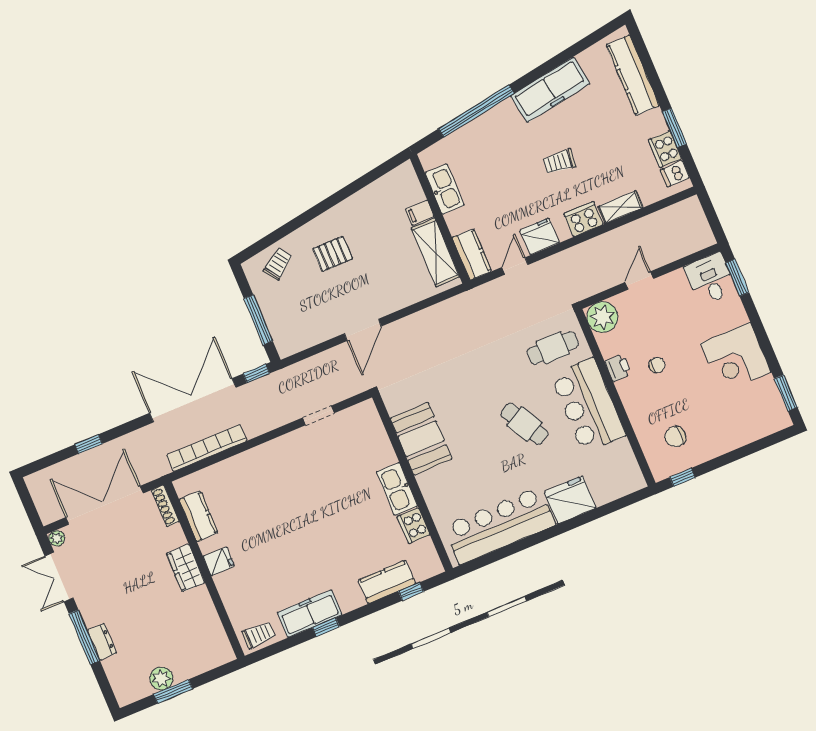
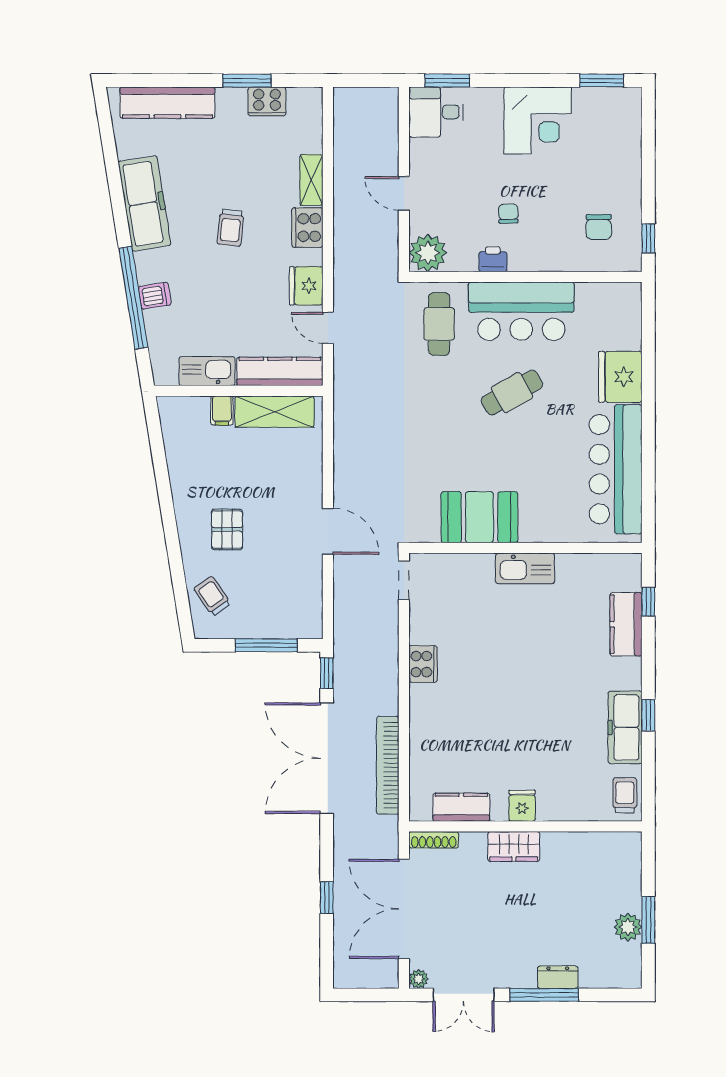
dishwasher: (675, 174) -> (155, 296), moved, turned -99
kitchen counter: (472, 254) -> (280, 371), width x1.50
doorway: (318, 415) -> (404, 580), moved
cooker: (414, 526) -> (423, 664), moved, turned -90

